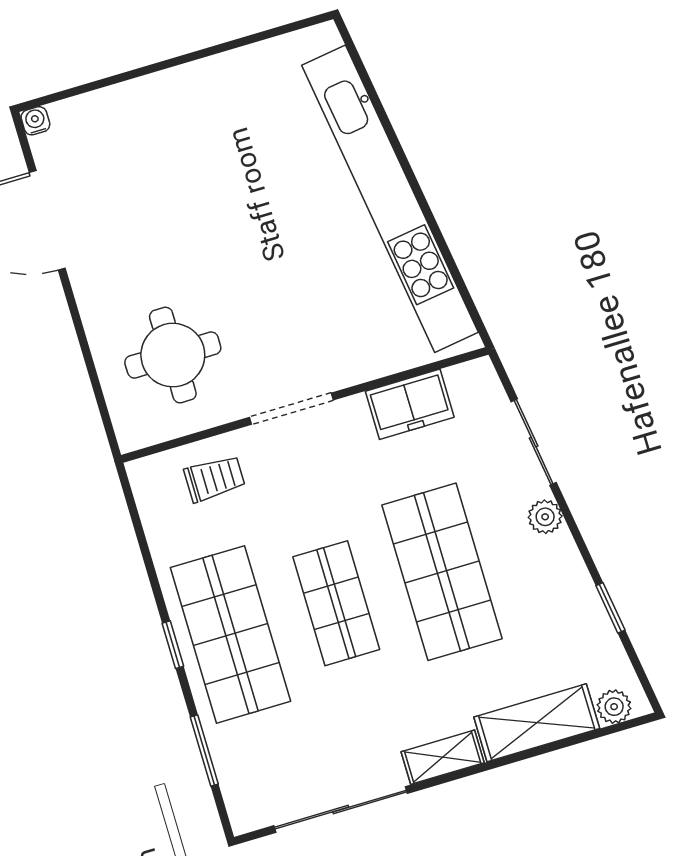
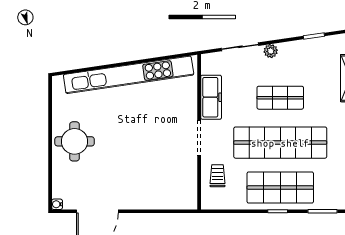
round table: (173, 355) -> (75, 141), moved
freezer: (410, 404) -> (211, 97), width x1.40
shop shelf: (442, 572) -> (280, 98), width x0.70, depth x0.74
shop shelf: (336, 603) -> (280, 143), width x2.00, depth x1.36

